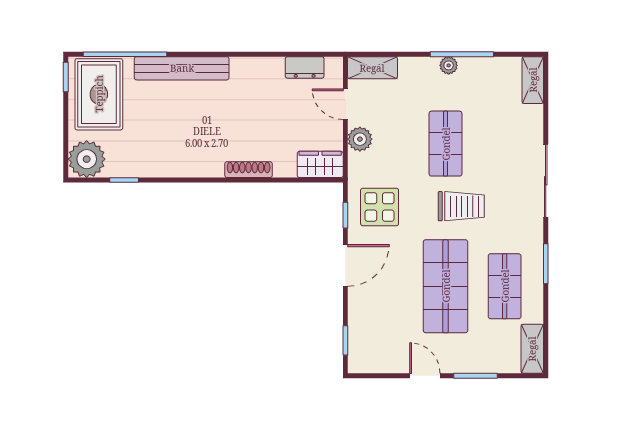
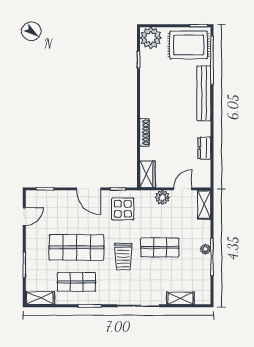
dresser: (305, 67) -> (204, 148), moved
shelving: (533, 80) -> (180, 298), moved
door: (425, 376) -> (24, 216), moved

